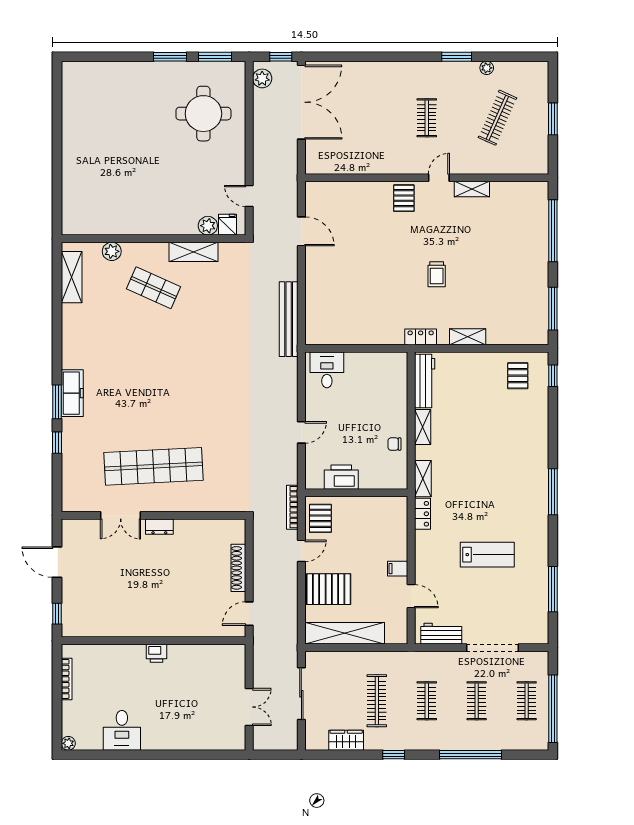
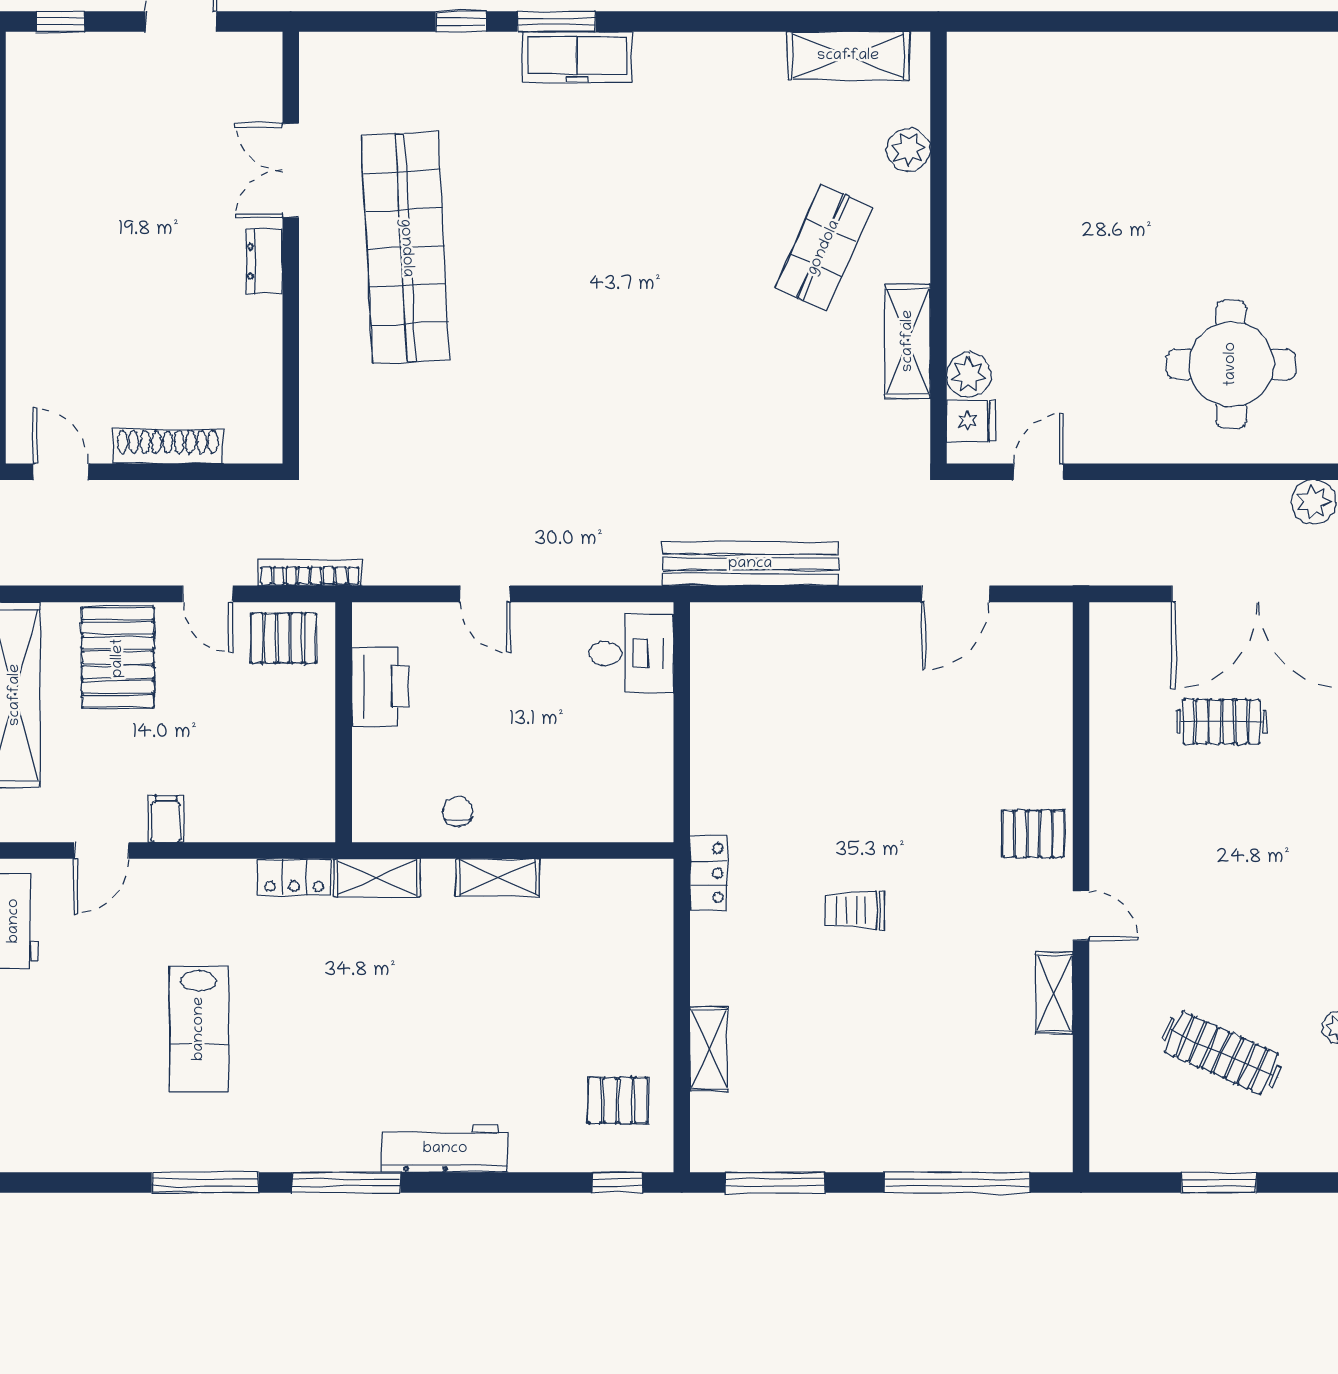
clothes rail: (427, 118) -> (1222, 722), moved
shelving: (468, 337) -> (709, 1049), moved
workbench: (425, 381) -> (445, 1149), moved, turned 180
window: (553, 589) -> (205, 1183), moved

